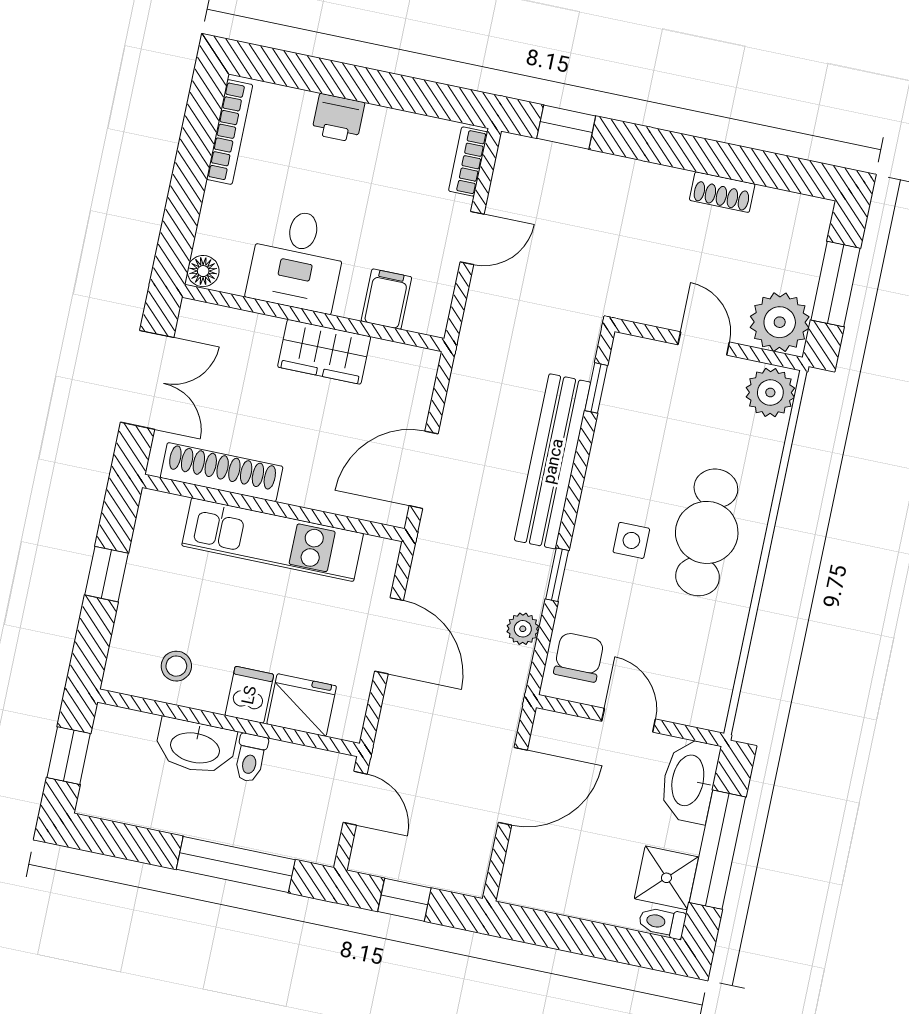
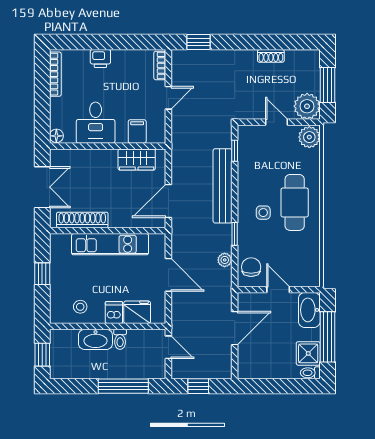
wardrobe: (324, 352) -> (137, 160), moved

